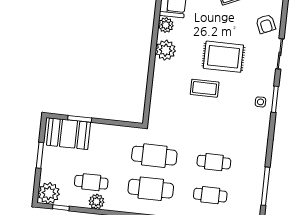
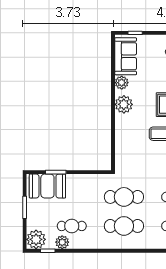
plant: (97, 202) -> (62, 242), moved

